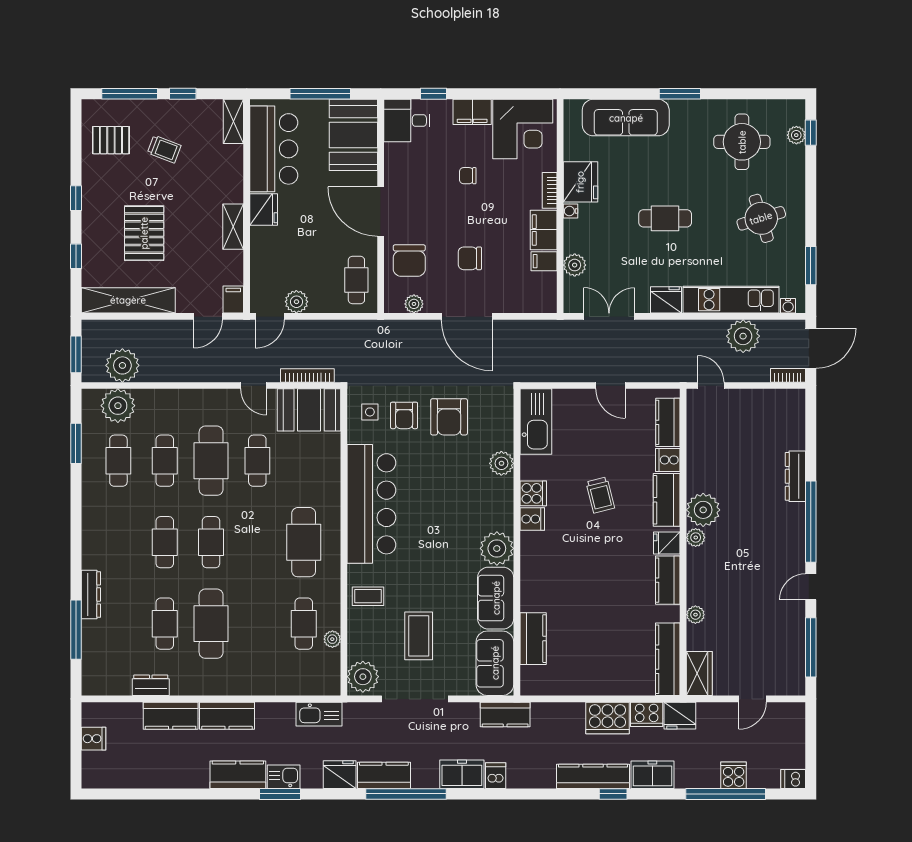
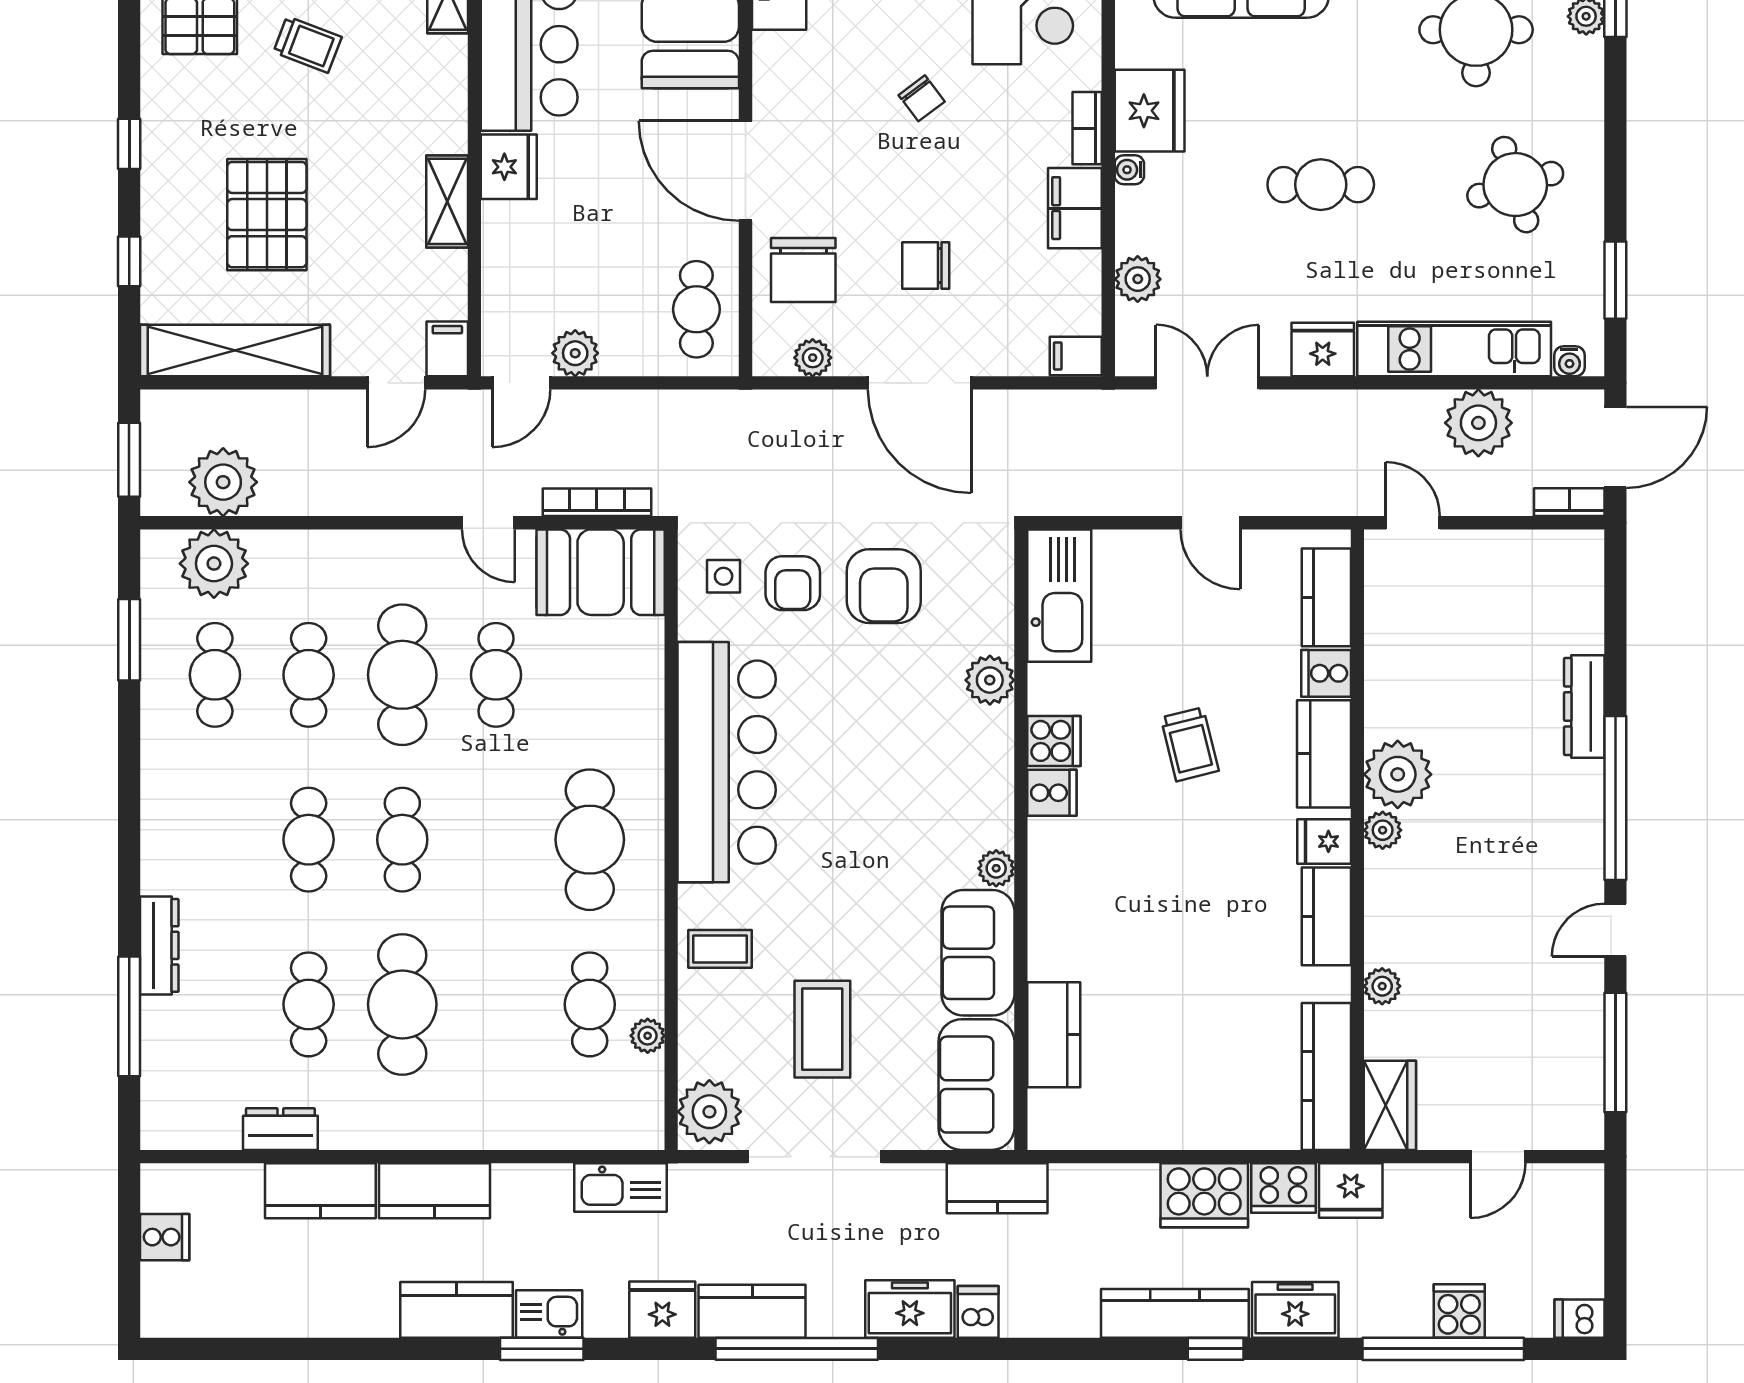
chair: (468, 176) -> (922, 98), turned -127
filing cabinet: (544, 261) -> (1076, 356), moved
plant: (497, 548) -> (996, 868), width x0.53, depth x0.53

